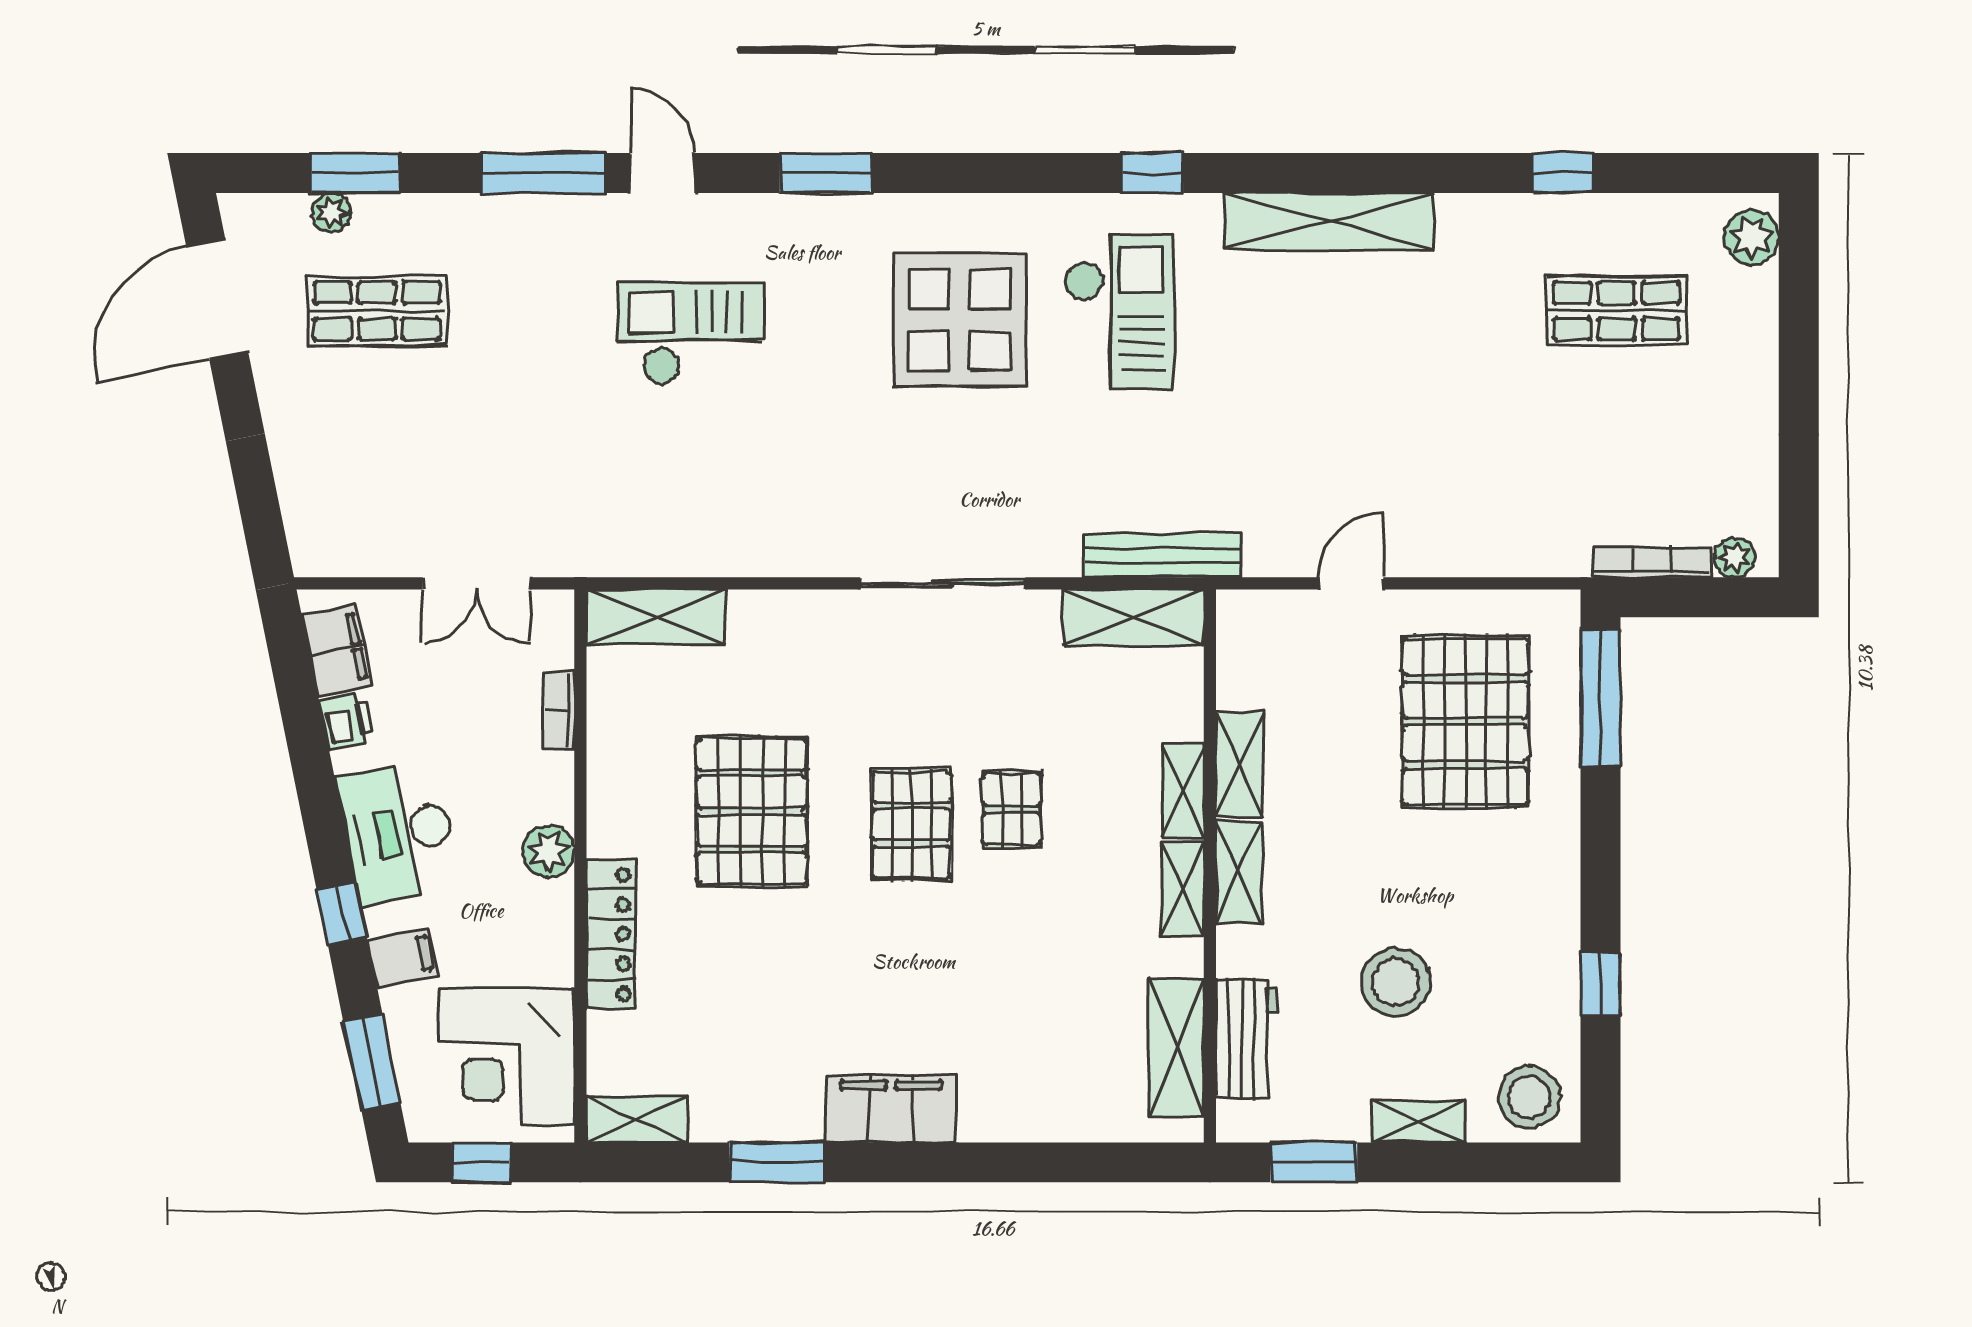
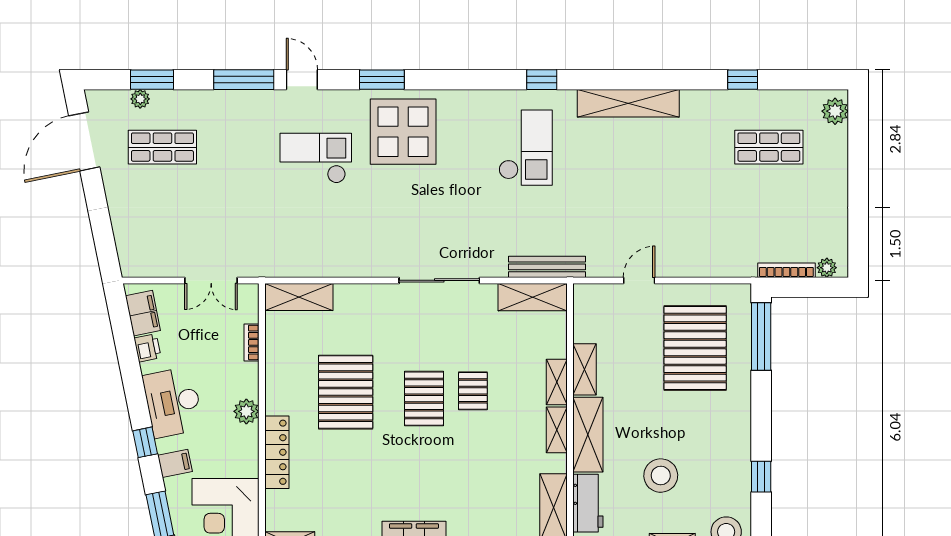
display table: (959, 320) -> (403, 132), moved
shelving: (1239, 873) -> (588, 435), width x1.50, depth x1.33

